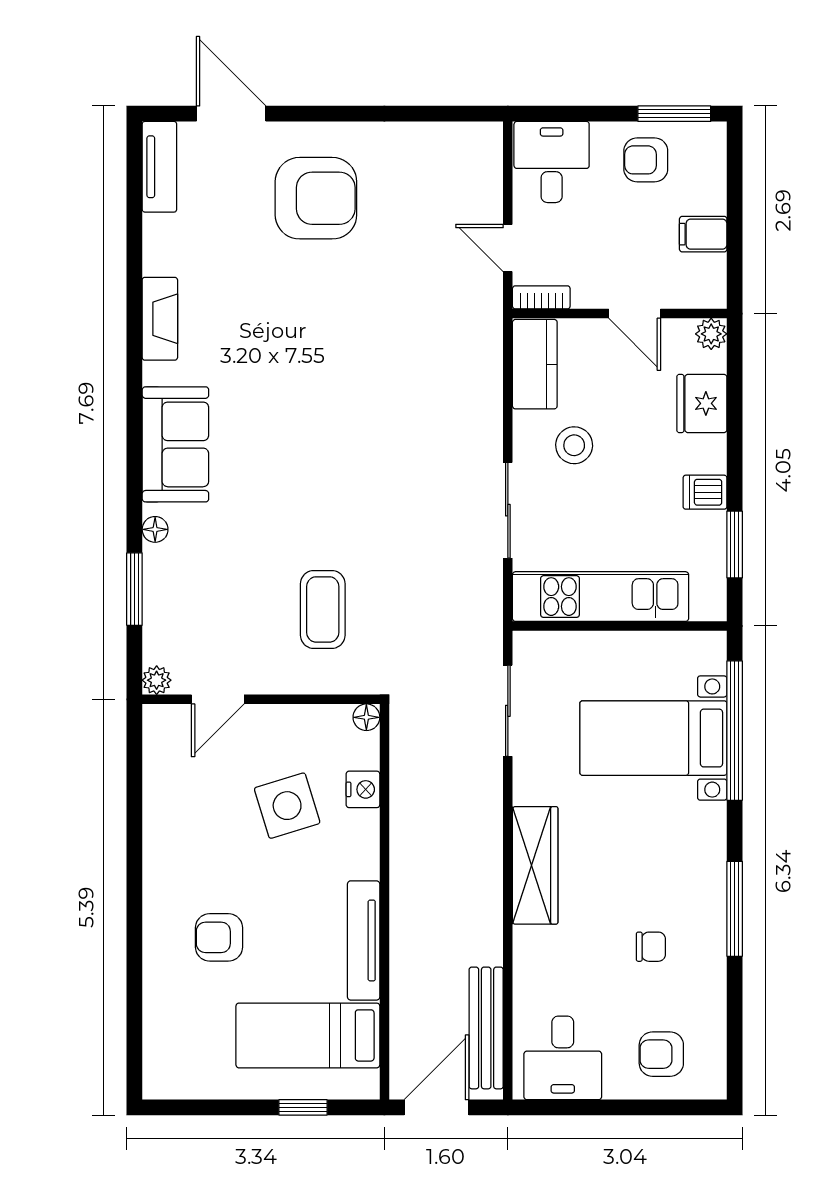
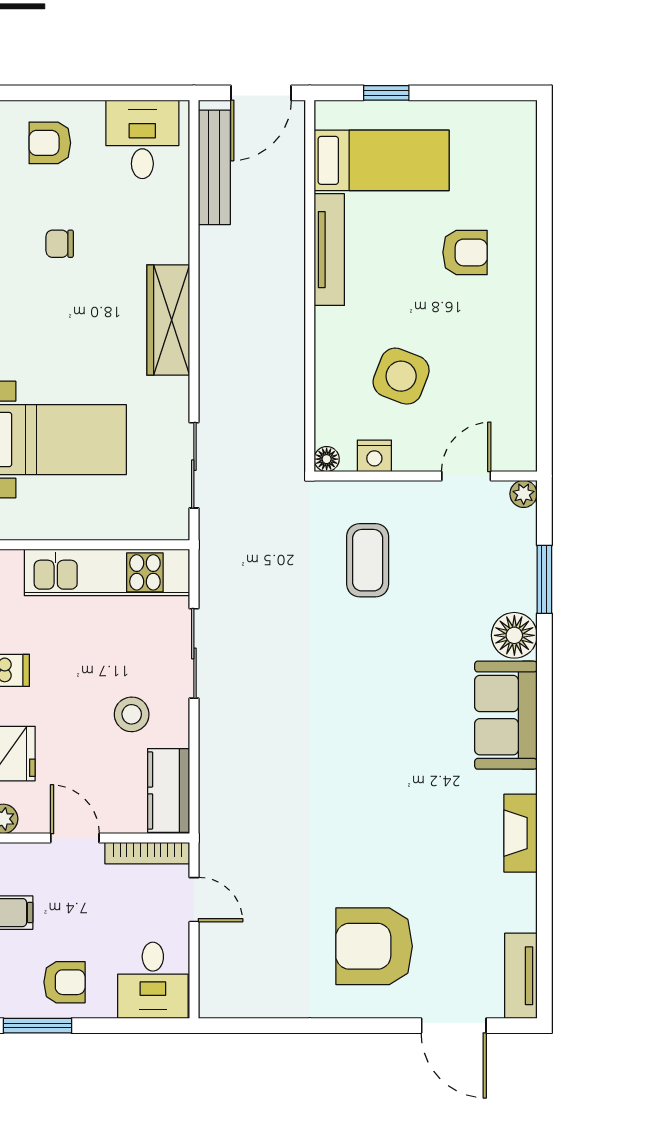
bookcase: (541, 297) -> (147, 853), width x1.56
floor lamp: (155, 529) -> (514, 635), width x1.89, depth x1.89
nightstand: (363, 789) -> (374, 456), moved, turned -90
side table: (287, 806) -> (401, 376), turned 38
armchair: (661, 1054) -> (50, 143), turned 180

